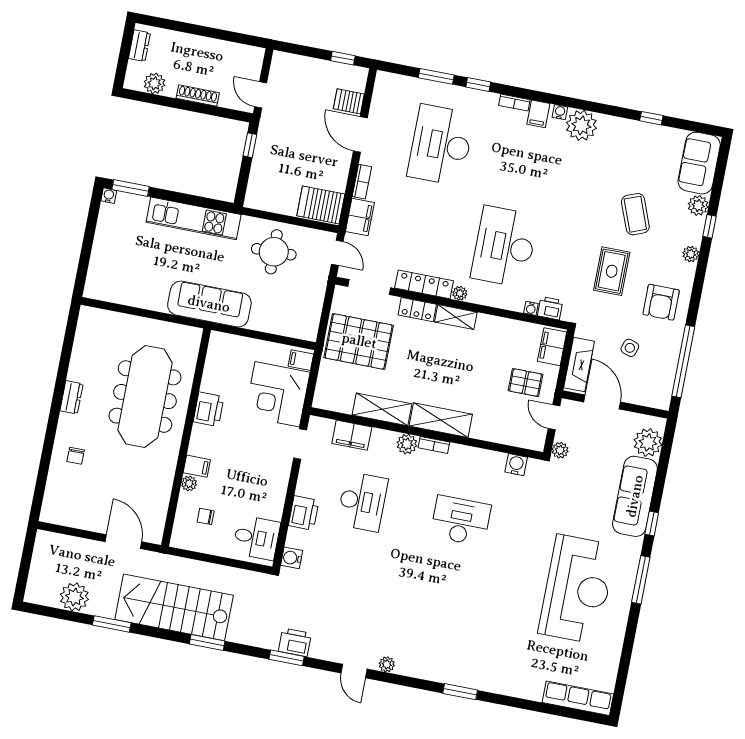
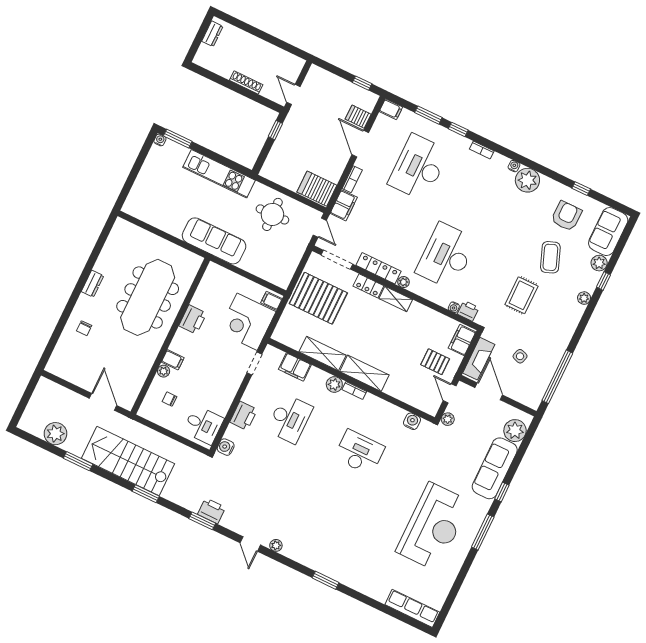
plant: (154, 83) -> (216, 65), removed
filing cabinet: (538, 114) -> (391, 109), moved, turned -90
armchair: (661, 302) -> (566, 216), moved, turned 180

